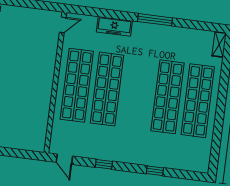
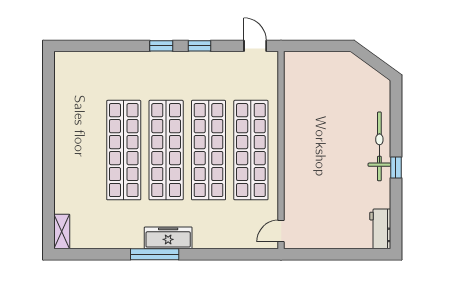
freezer: (114, 26) -> (168, 238), moved
shop shelf: (198, 101) -> (166, 150), moved
window: (155, 171) -> (161, 46), moved

